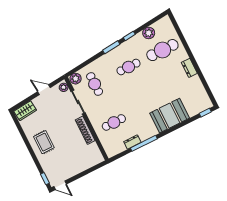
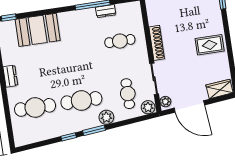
plant: (149, 33) -> (106, 117), moved
cafe table: (129, 67) -> (81, 101), width x1.37, depth x1.35
door: (44, 90) -> (189, 106), width x1.87
booth: (170, 116) -> (38, 30), moved
rug: (44, 142) -> (210, 45), turned 90

